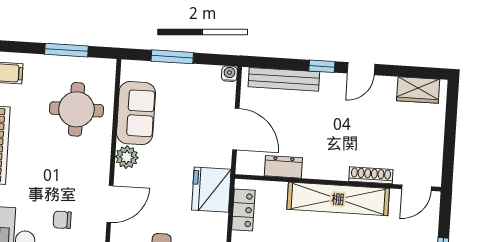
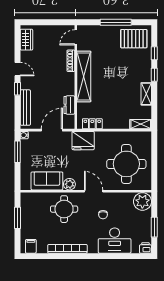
window: (172, 57) -> (17, 152), moved
round table: (76, 109) -> (64, 209), moved
door: (417, 188) -> (76, 37), swing flipped

